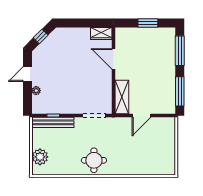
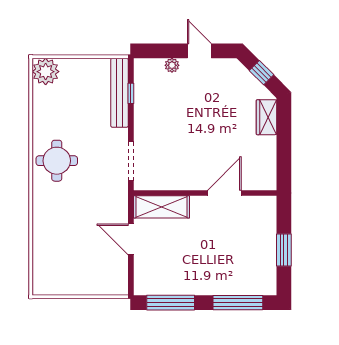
wardrobe: (101, 33) -> (266, 117), moved
plant: (40, 157) -> (46, 72), moved

